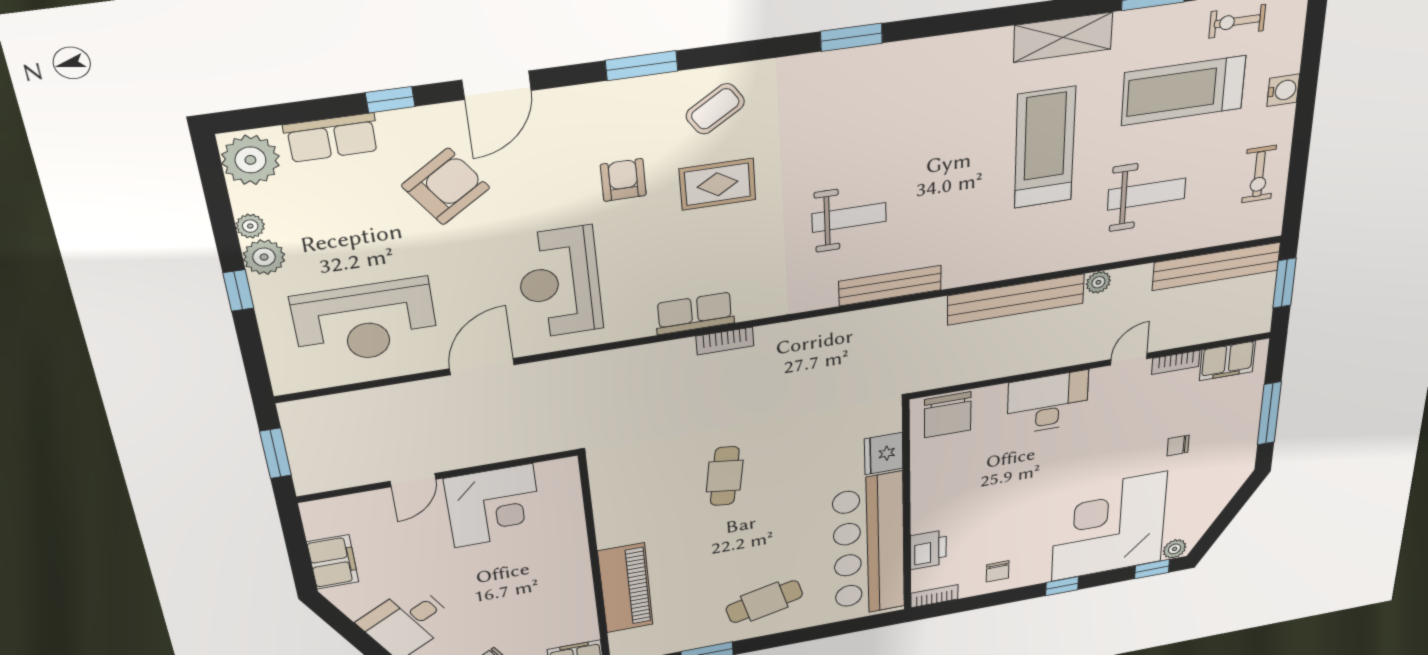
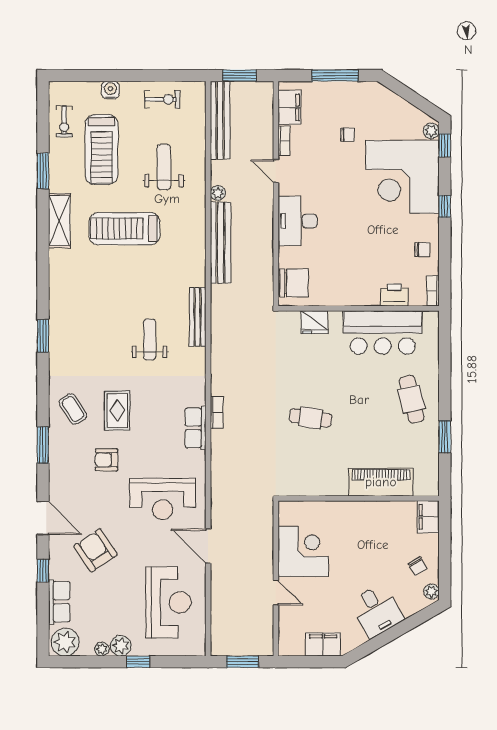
chair: (1178, 445) -> (348, 135), turned -90
bar counter: (869, 546) -> (383, 332), width x0.73

